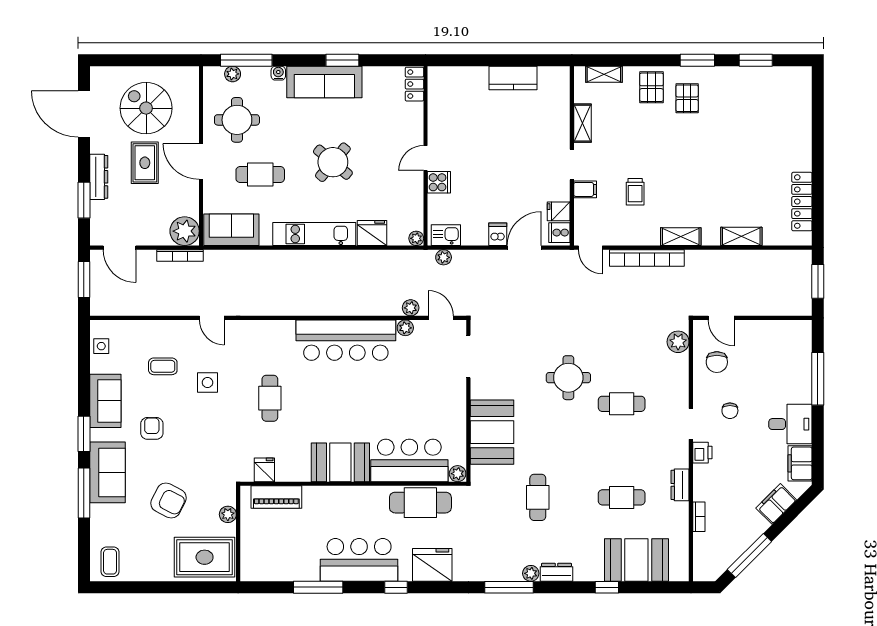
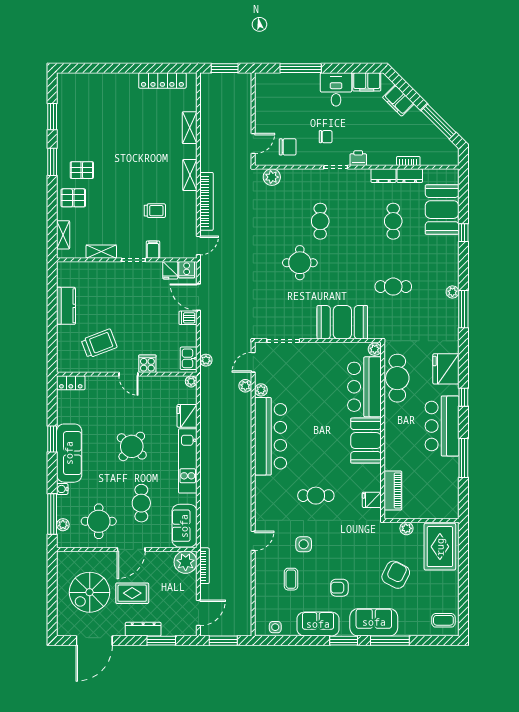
trolley: (465, 120) -> (99, 344), added
dresser: (557, 572) -> (410, 176), moved, turned -90

